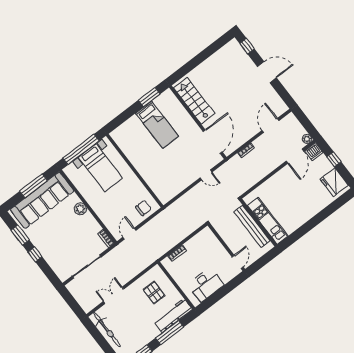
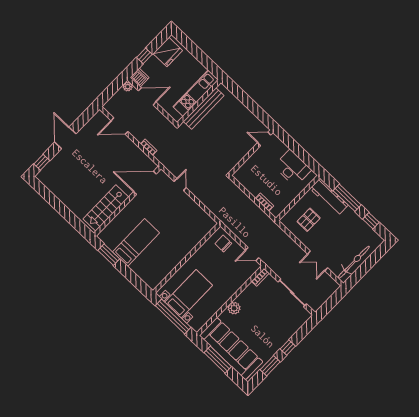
kitchen unit: (268, 221) -> (196, 93), moved
wall: (258, 223) -> (199, 103), moved
bench: (252, 226) -> (204, 108), moved

